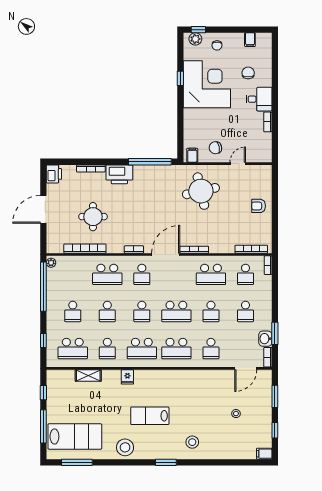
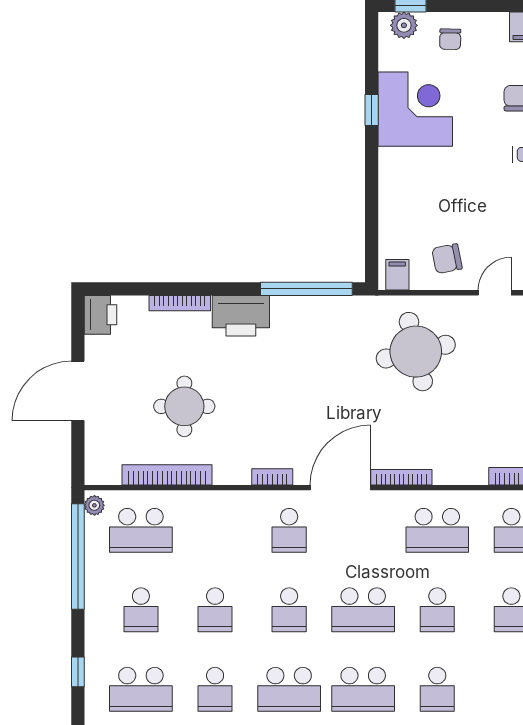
corner desk: (207, 84) -> (415, 109), width x0.74, depth x0.74
school desk: (107, 274) -> (141, 530), moved

